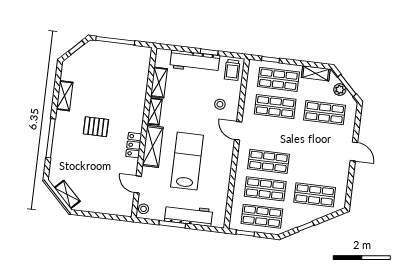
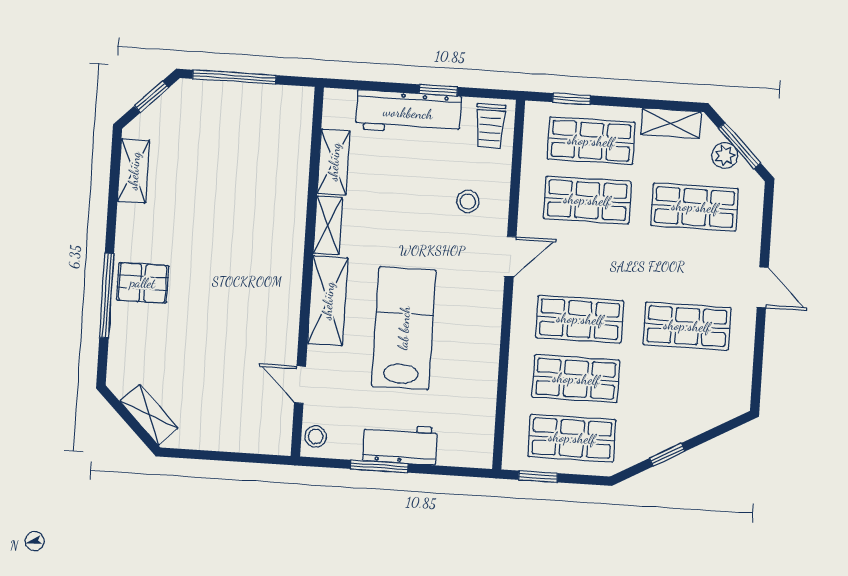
shelving: (65, 96) -> (134, 171), moved
pallet: (96, 127) -> (143, 283), moved
door: (238, 131) -> (510, 257), swing flipped
locker: (134, 145) -> (287, 300), removed
shop shelf: (315, 195) -> (687, 326), moved
workbench: (189, 215) -> (400, 444), width x0.73

